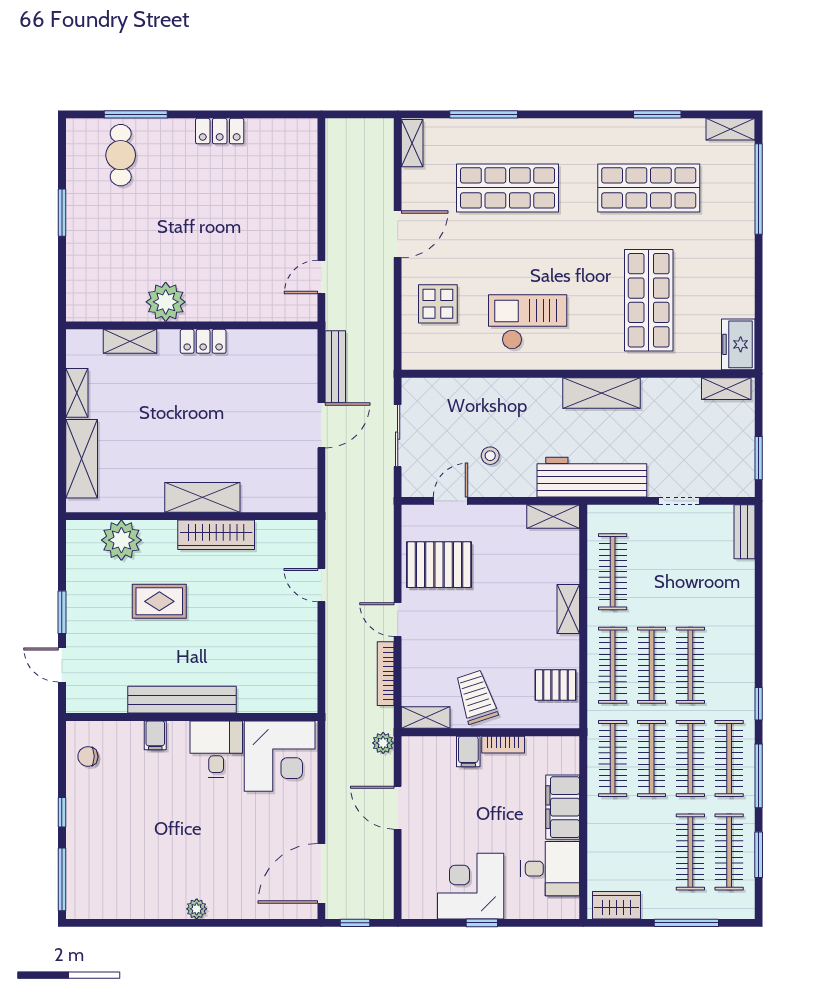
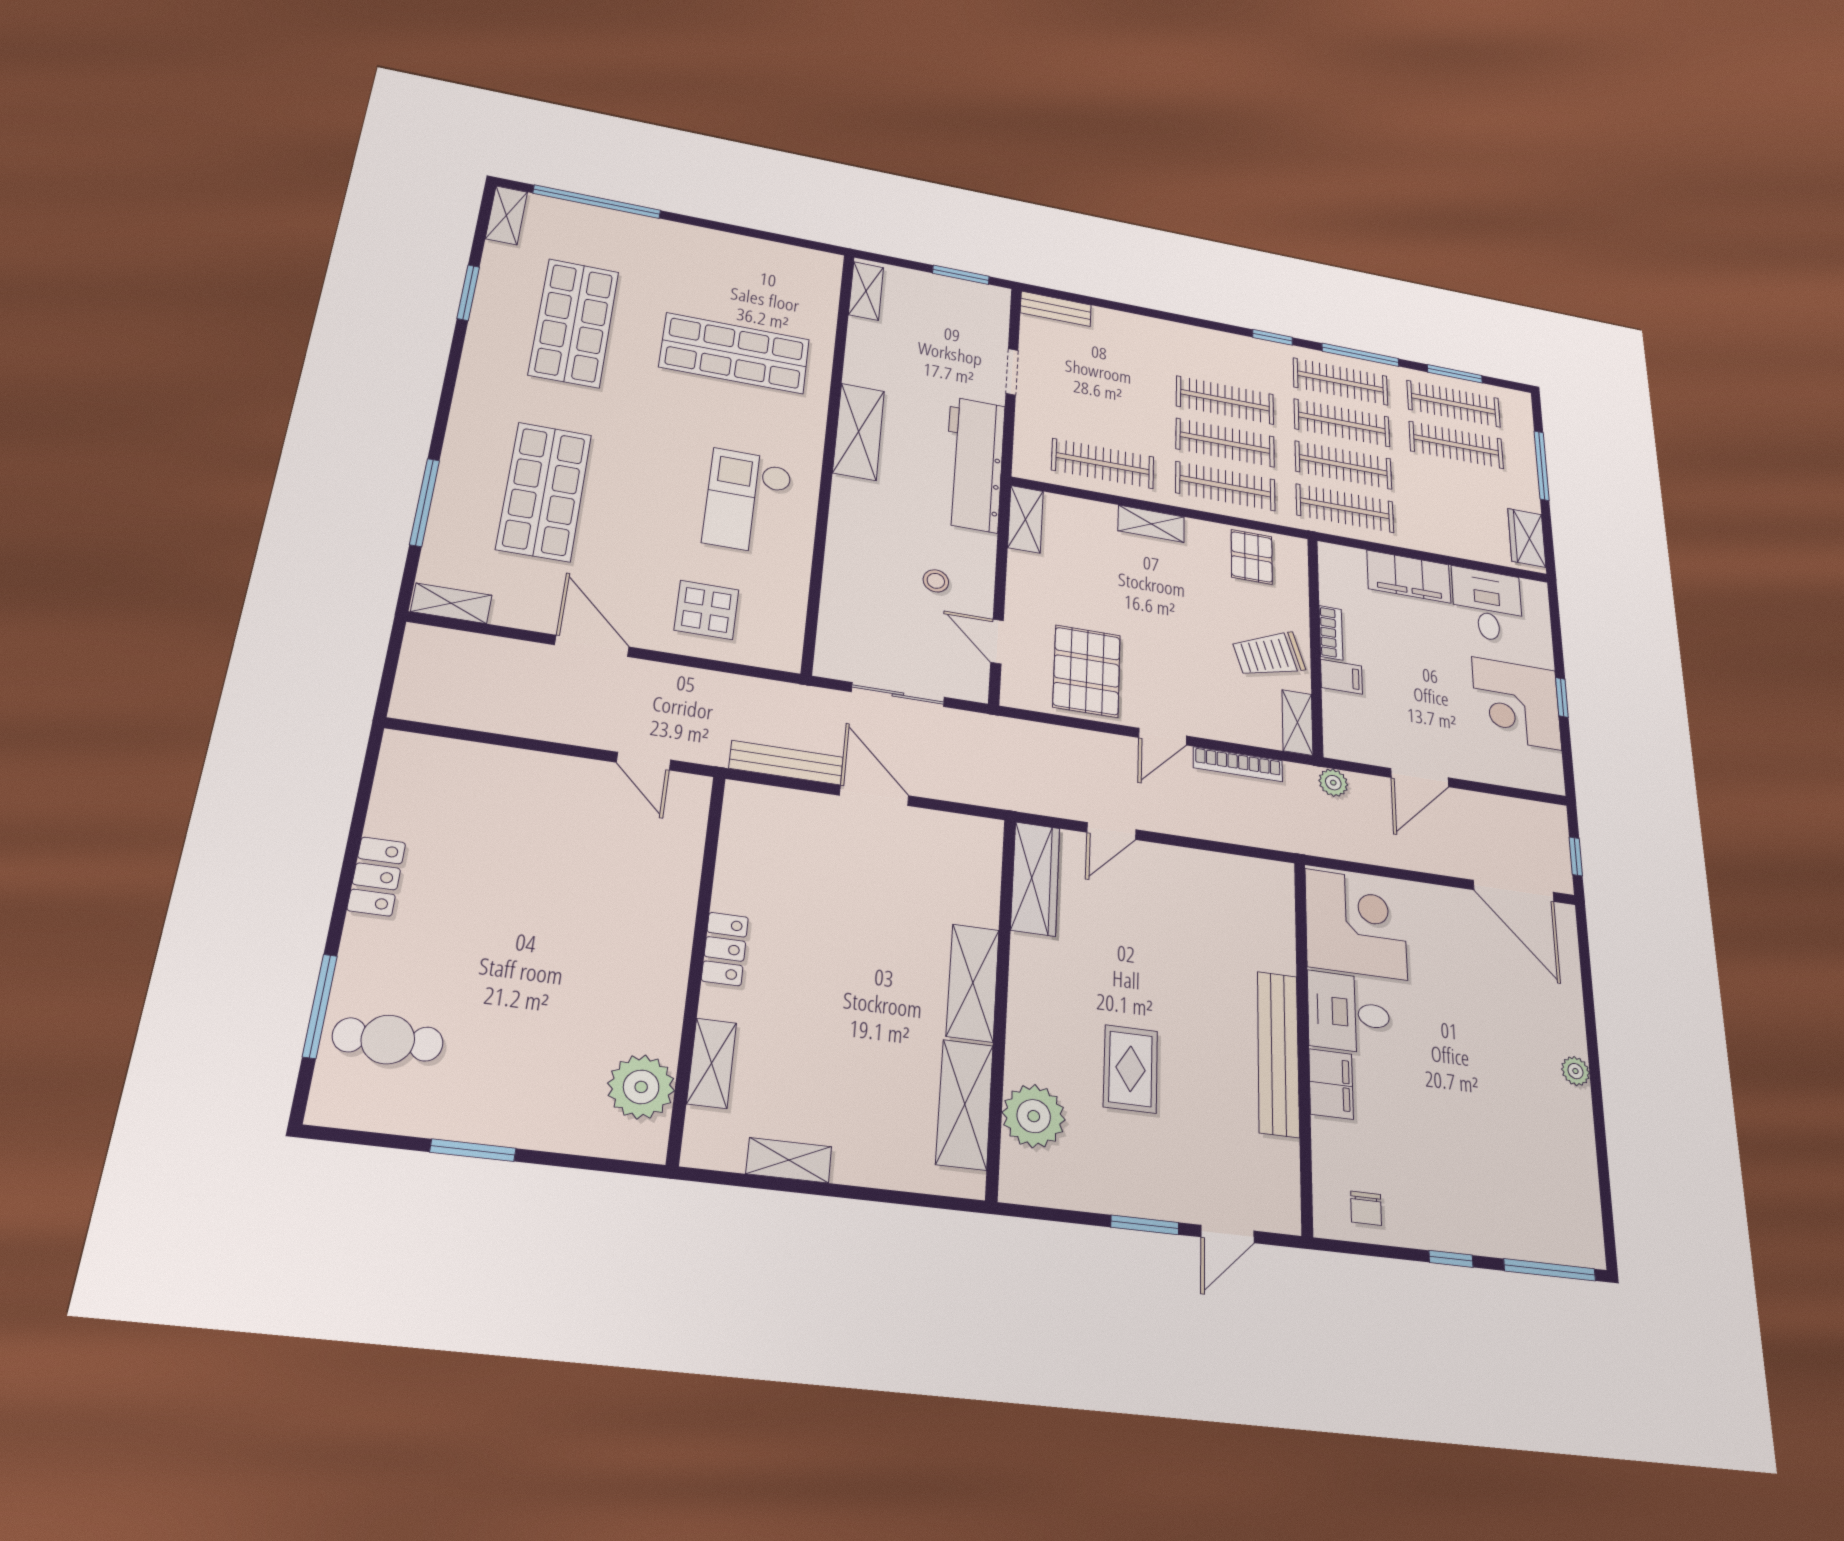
plant: (166, 302) -> (641, 1087), moved
freezer: (738, 344) -> (808, 266), removed
shelving: (82, 459) -> (965, 1104), moved, turned 90
wardrobe: (216, 535) -> (1035, 879), moved
filing cabinet: (155, 735) -> (1331, 1084), width x2.00

